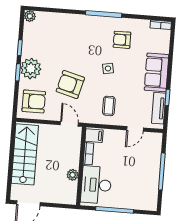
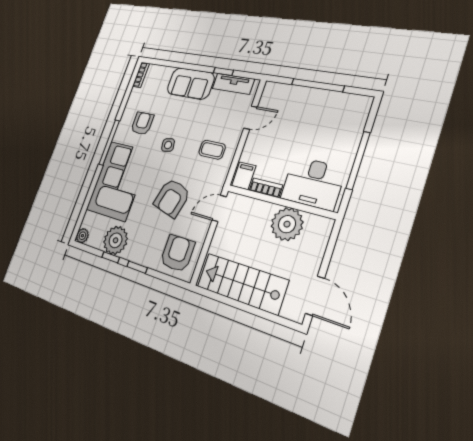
corner sofa: (76, 34) -> (118, 181), added
armchair: (122, 40) -> (142, 123), turned 180
plant: (31, 69) -> (116, 240), moved
door: (135, 129) -> (250, 118), hinge flipped
plant: (73, 175) -> (287, 224), width x1.87, depth x1.87

